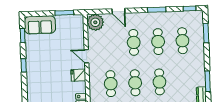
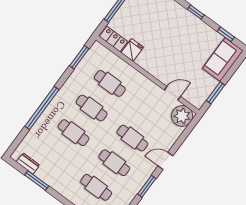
door: (118, 11) -> (165, 161), moved
door: (87, 56) -> (172, 93), moved
fridge: (78, 75) -> (132, 50), moved

